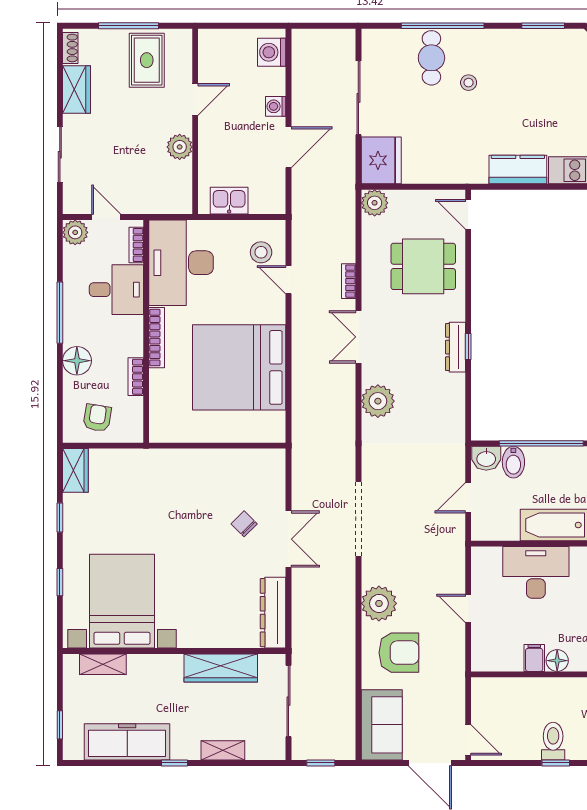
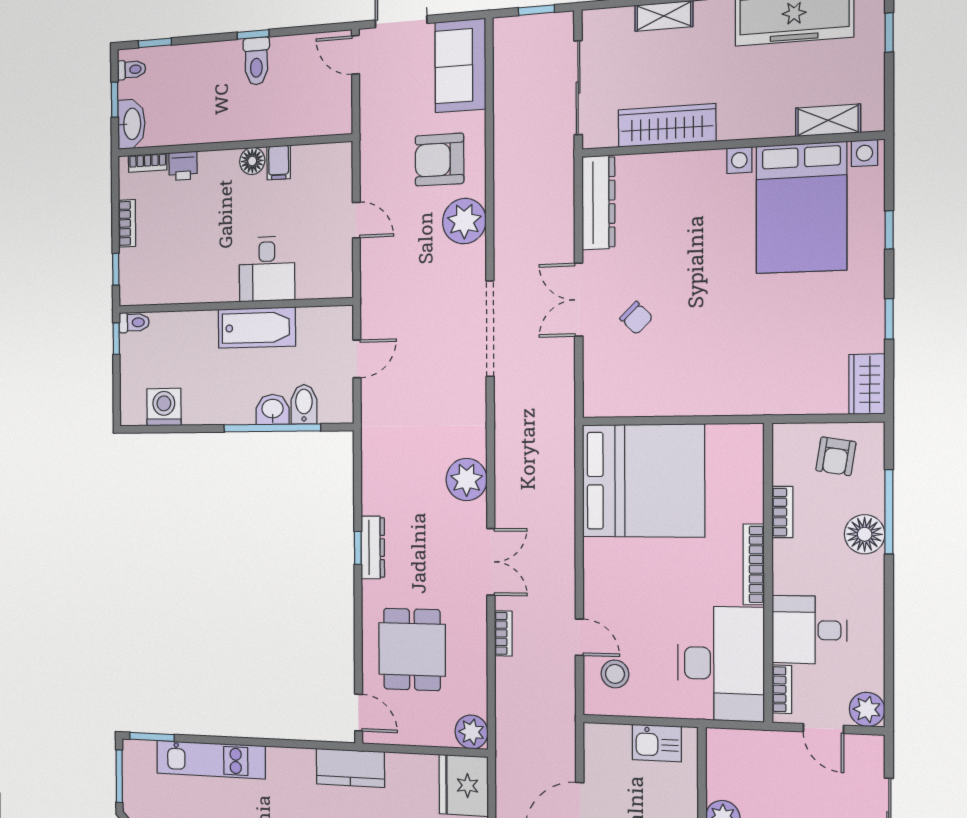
kitchen counter: (518, 170) -> (350, 768), moved
dining table: (423, 266) -> (412, 649), turned 90
window: (60, 313) -> (889, 512), moved
bed: (239, 367) -> (643, 481), moved
washbasin: (486, 458) -> (272, 409), moved
desk: (536, 572) -> (267, 269), width x0.73

